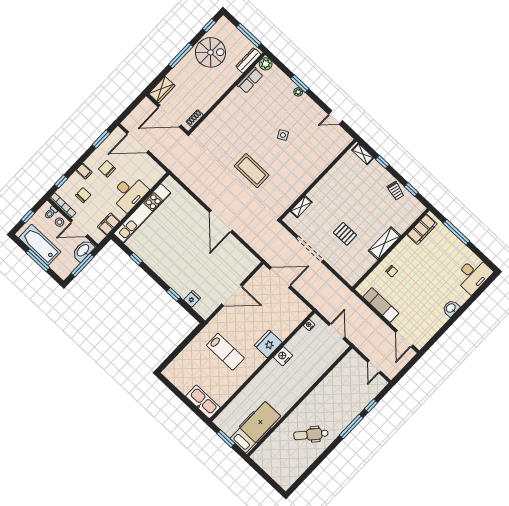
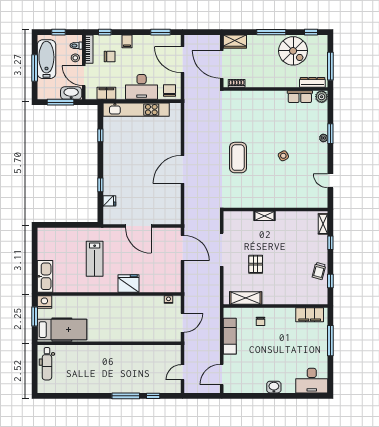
chair: (107, 169) -> (170, 90), moved
shelving: (301, 207) -> (265, 216), moved
shelving: (385, 243) -> (246, 298), moved
nightstand: (283, 356) -> (44, 302), moved
dental chair: (311, 434) -> (47, 364), moved, turned -131

